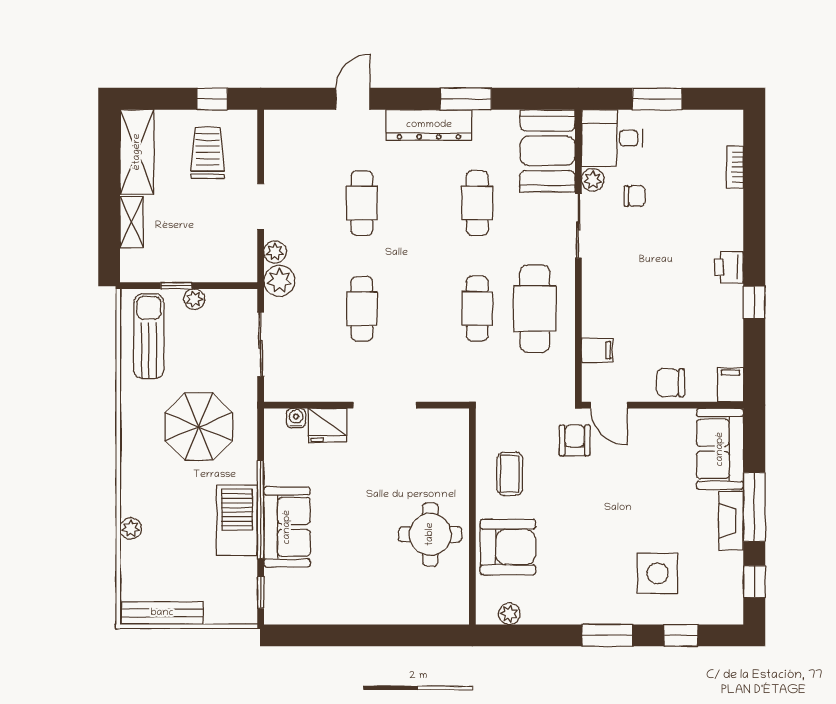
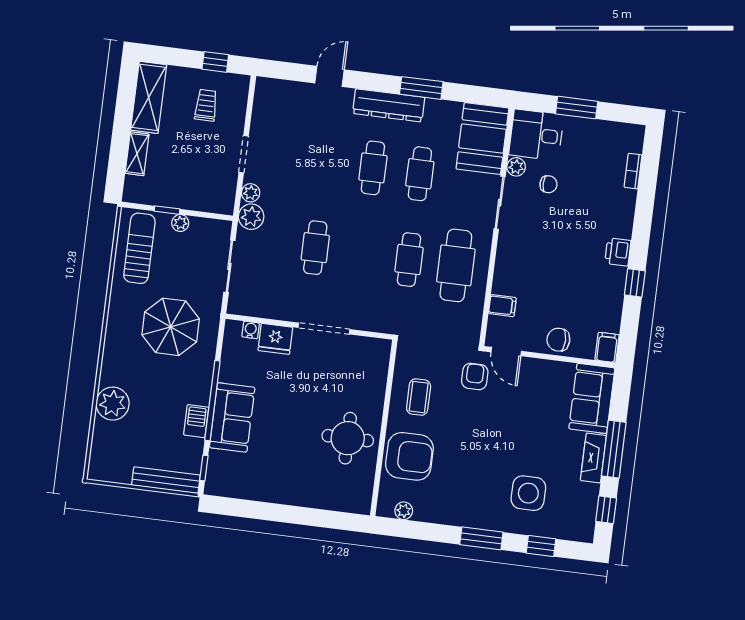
trolley: (208, 153) -> (206, 105), width x0.73, depth x0.72
cafe table: (362, 203) -> (373, 168), moved
barbecue: (237, 520) -> (196, 421), width x0.53, depth x0.65
plant: (131, 528) -> (113, 404), width x1.87, depth x1.87
bench: (162, 613) -> (166, 480), moved

